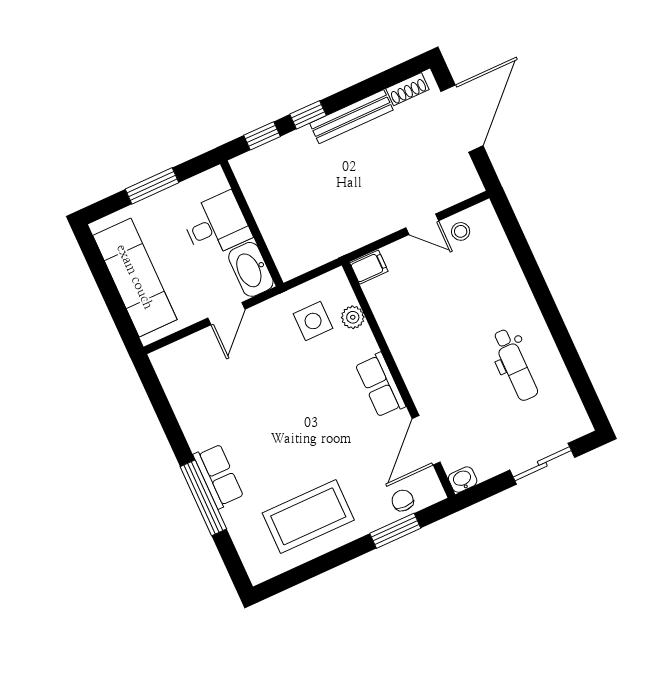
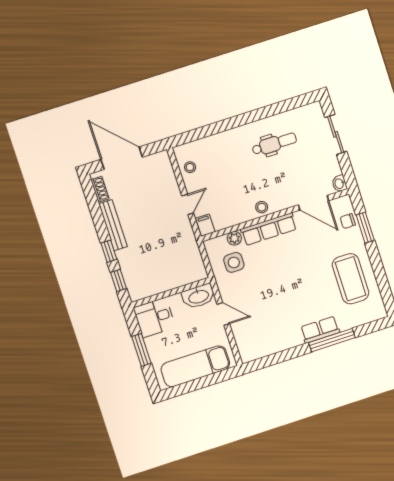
door: (422, 224) -> (188, 204), moved
desk: (216, 225) -> (154, 317), moved, turned -90
stool: (409, 356) -> (262, 207), added
row of seats: (380, 385) -> (269, 229), width x1.48

